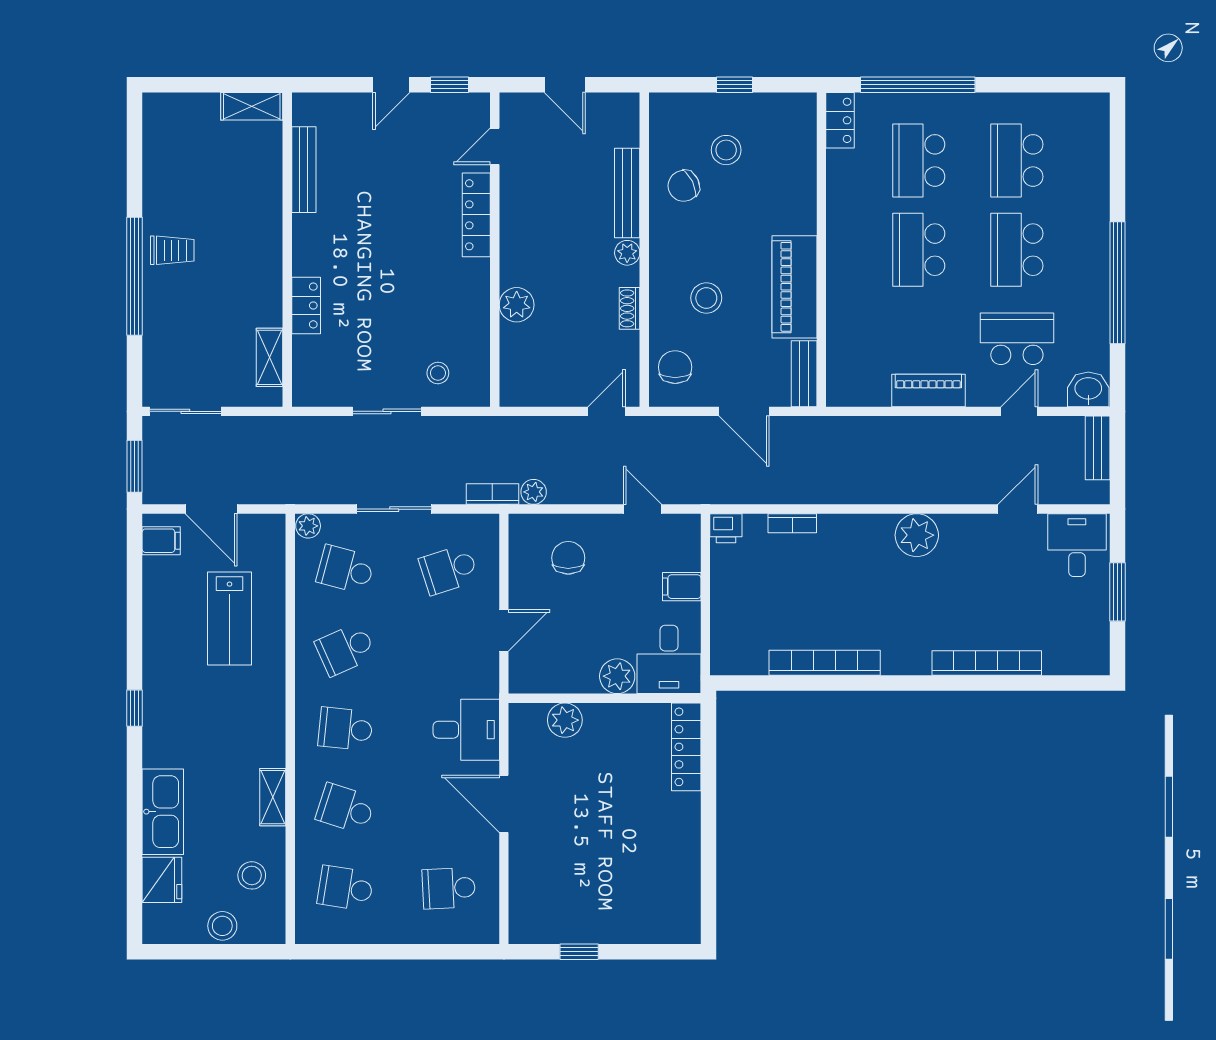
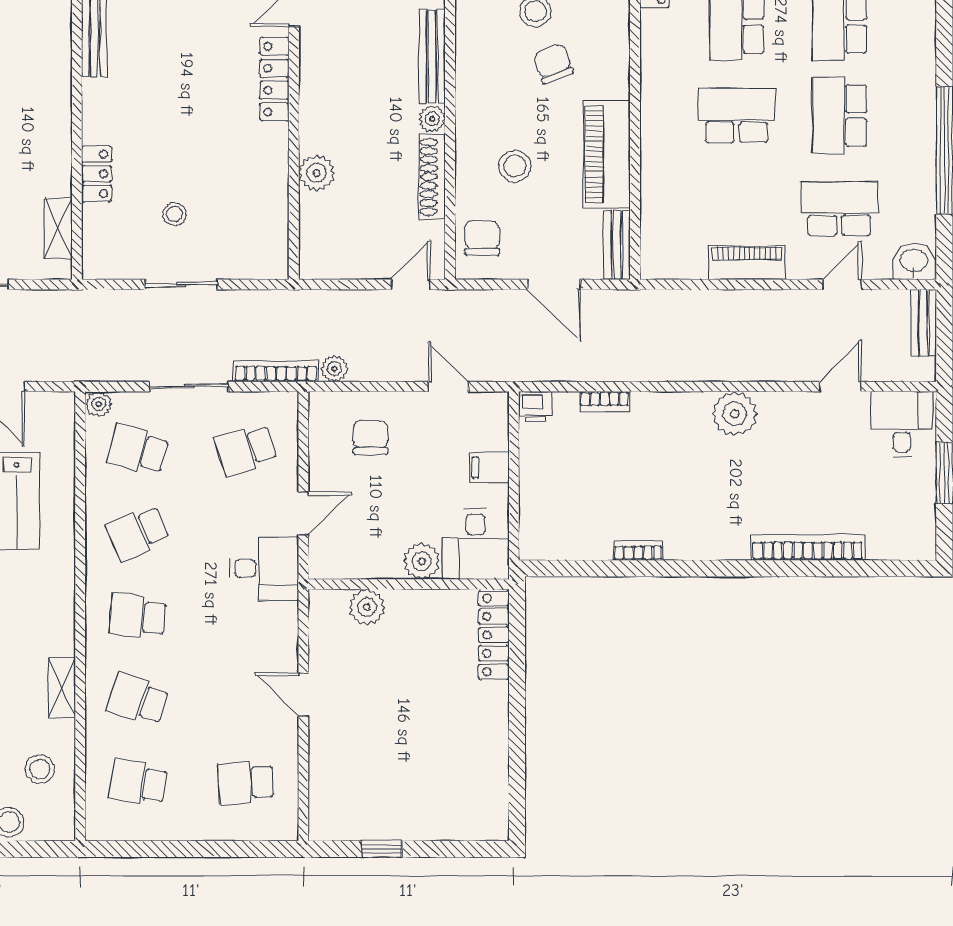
chair: (684, 186) -> (553, 64), moved, turned 96
school desk: (919, 250) -> (737, 115), turned 90
shoe rack: (630, 308) -> (432, 177), width x1.94, depth x1.24
stool: (438, 373) -> (175, 214), moved
bookcase: (492, 494) -> (276, 371), width x1.56
bookcase: (825, 663) -> (638, 550), width x0.43, depth x0.76
desk: (466, 730) -> (264, 568), moved
door: (504, 804) -> (303, 695), width x0.73

